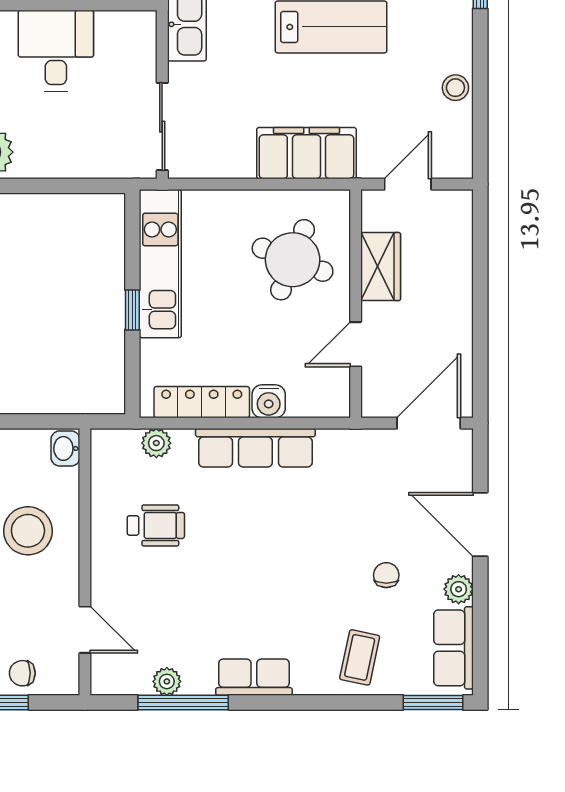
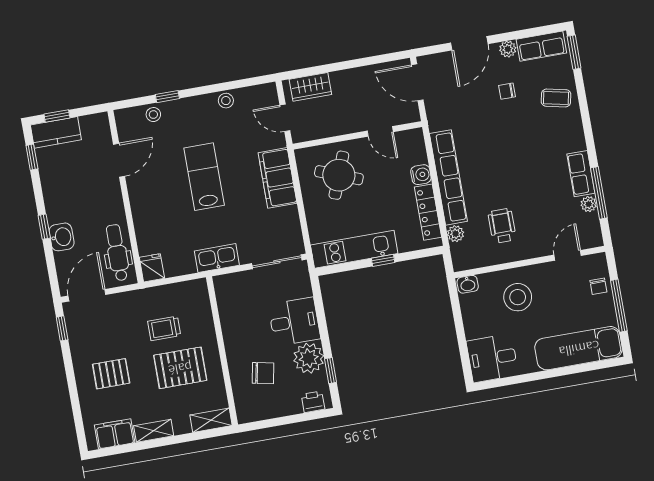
desk: (56, 51) -> (294, 322), moved, turned 180
wardrobe: (381, 267) -> (310, 87), moved, turned 180
row of seats: (255, 448) -> (448, 177), width x1.36
row of seats: (254, 677) -> (581, 174), moved

